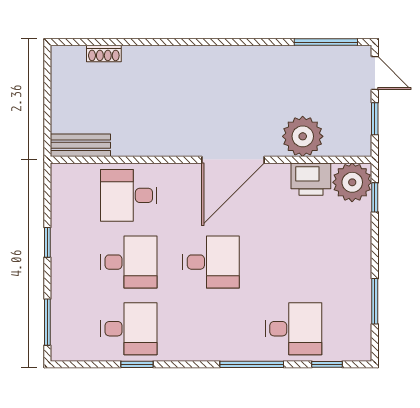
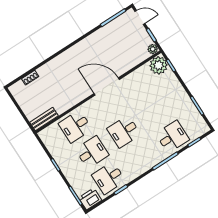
plant: (303, 136) -> (153, 49), moved, width x0.53, depth x0.53
door: (233, 160) -> (107, 86), swing flipped
printer: (311, 179) -> (90, 199), moved, turned 180
desk: (211, 262) -> (124, 132), turned 180
desk: (129, 329) -> (109, 178), turned 180

